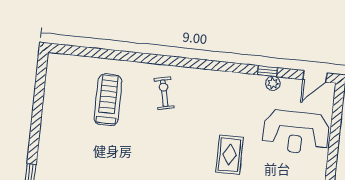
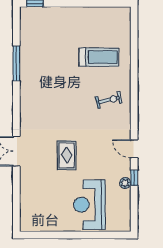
door: (315, 76) -> (134, 149), moved
rug: (230, 155) -> (67, 155), turned 90

